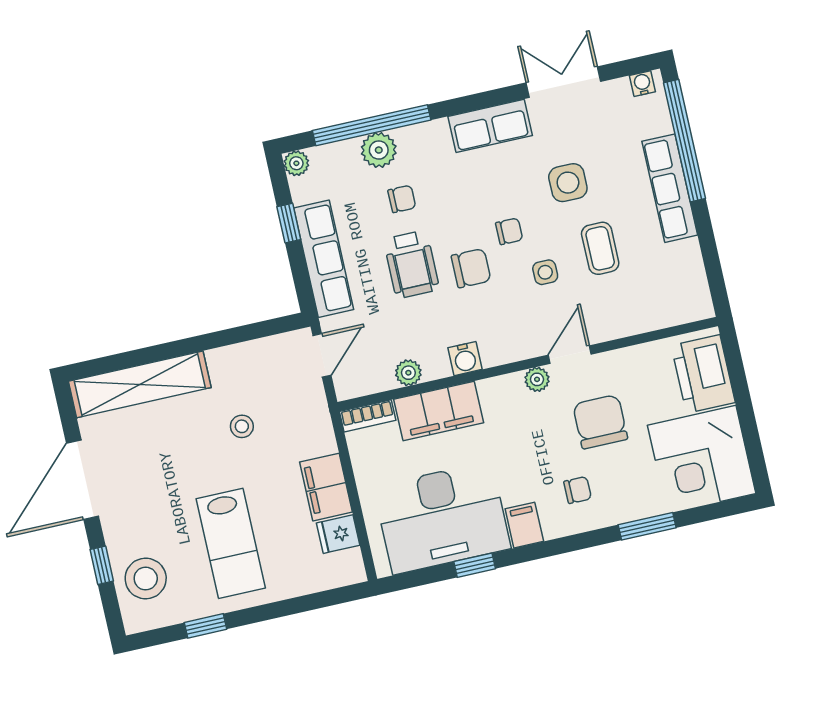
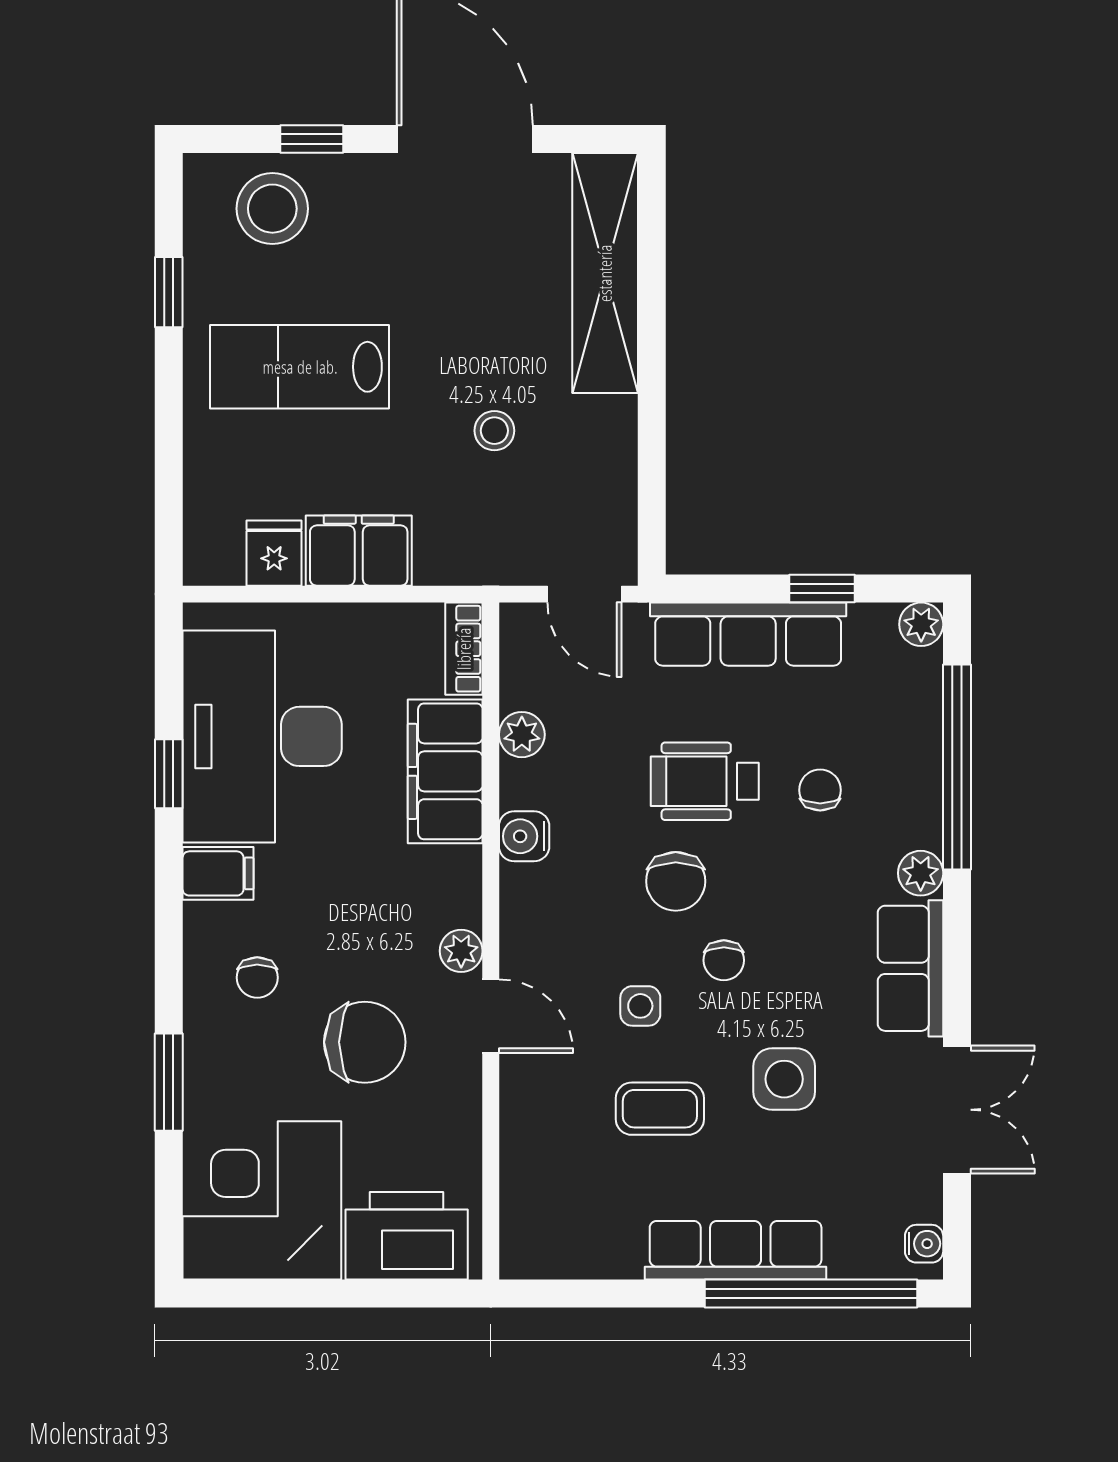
plant: (379, 150) -> (921, 873), moved, width x0.73, depth x0.73
chair: (402, 199) -> (820, 790), turned 180

